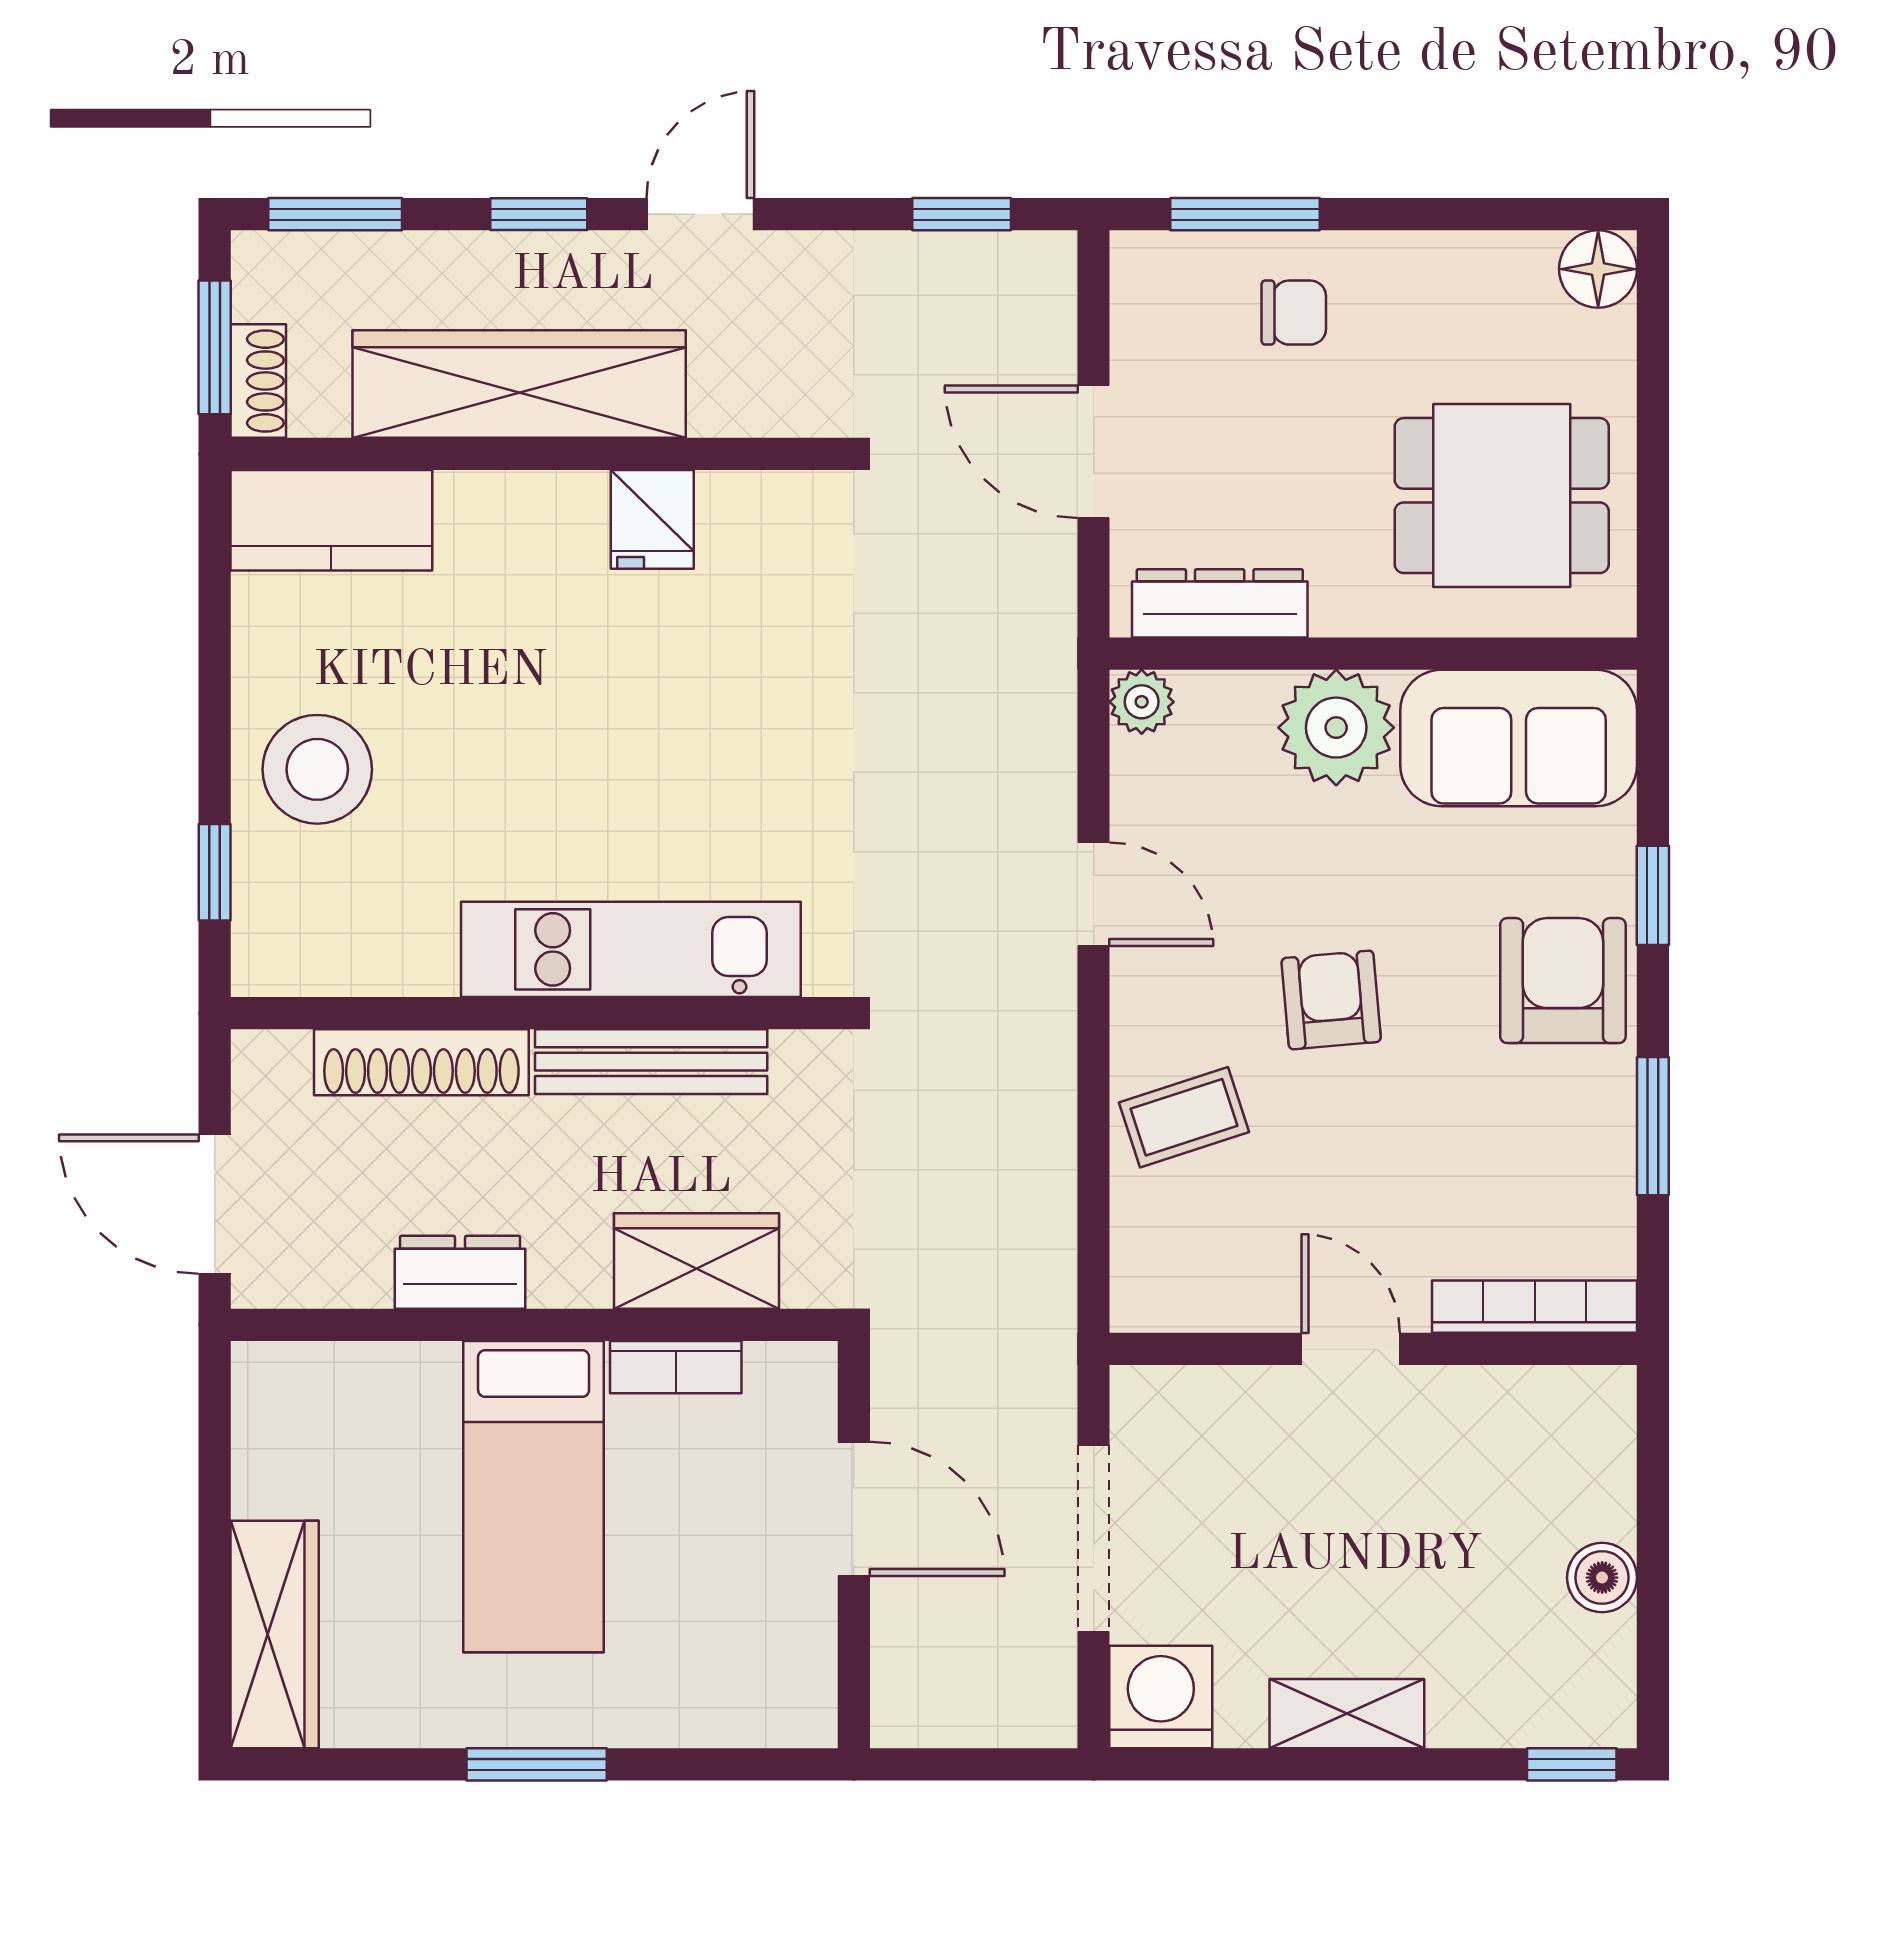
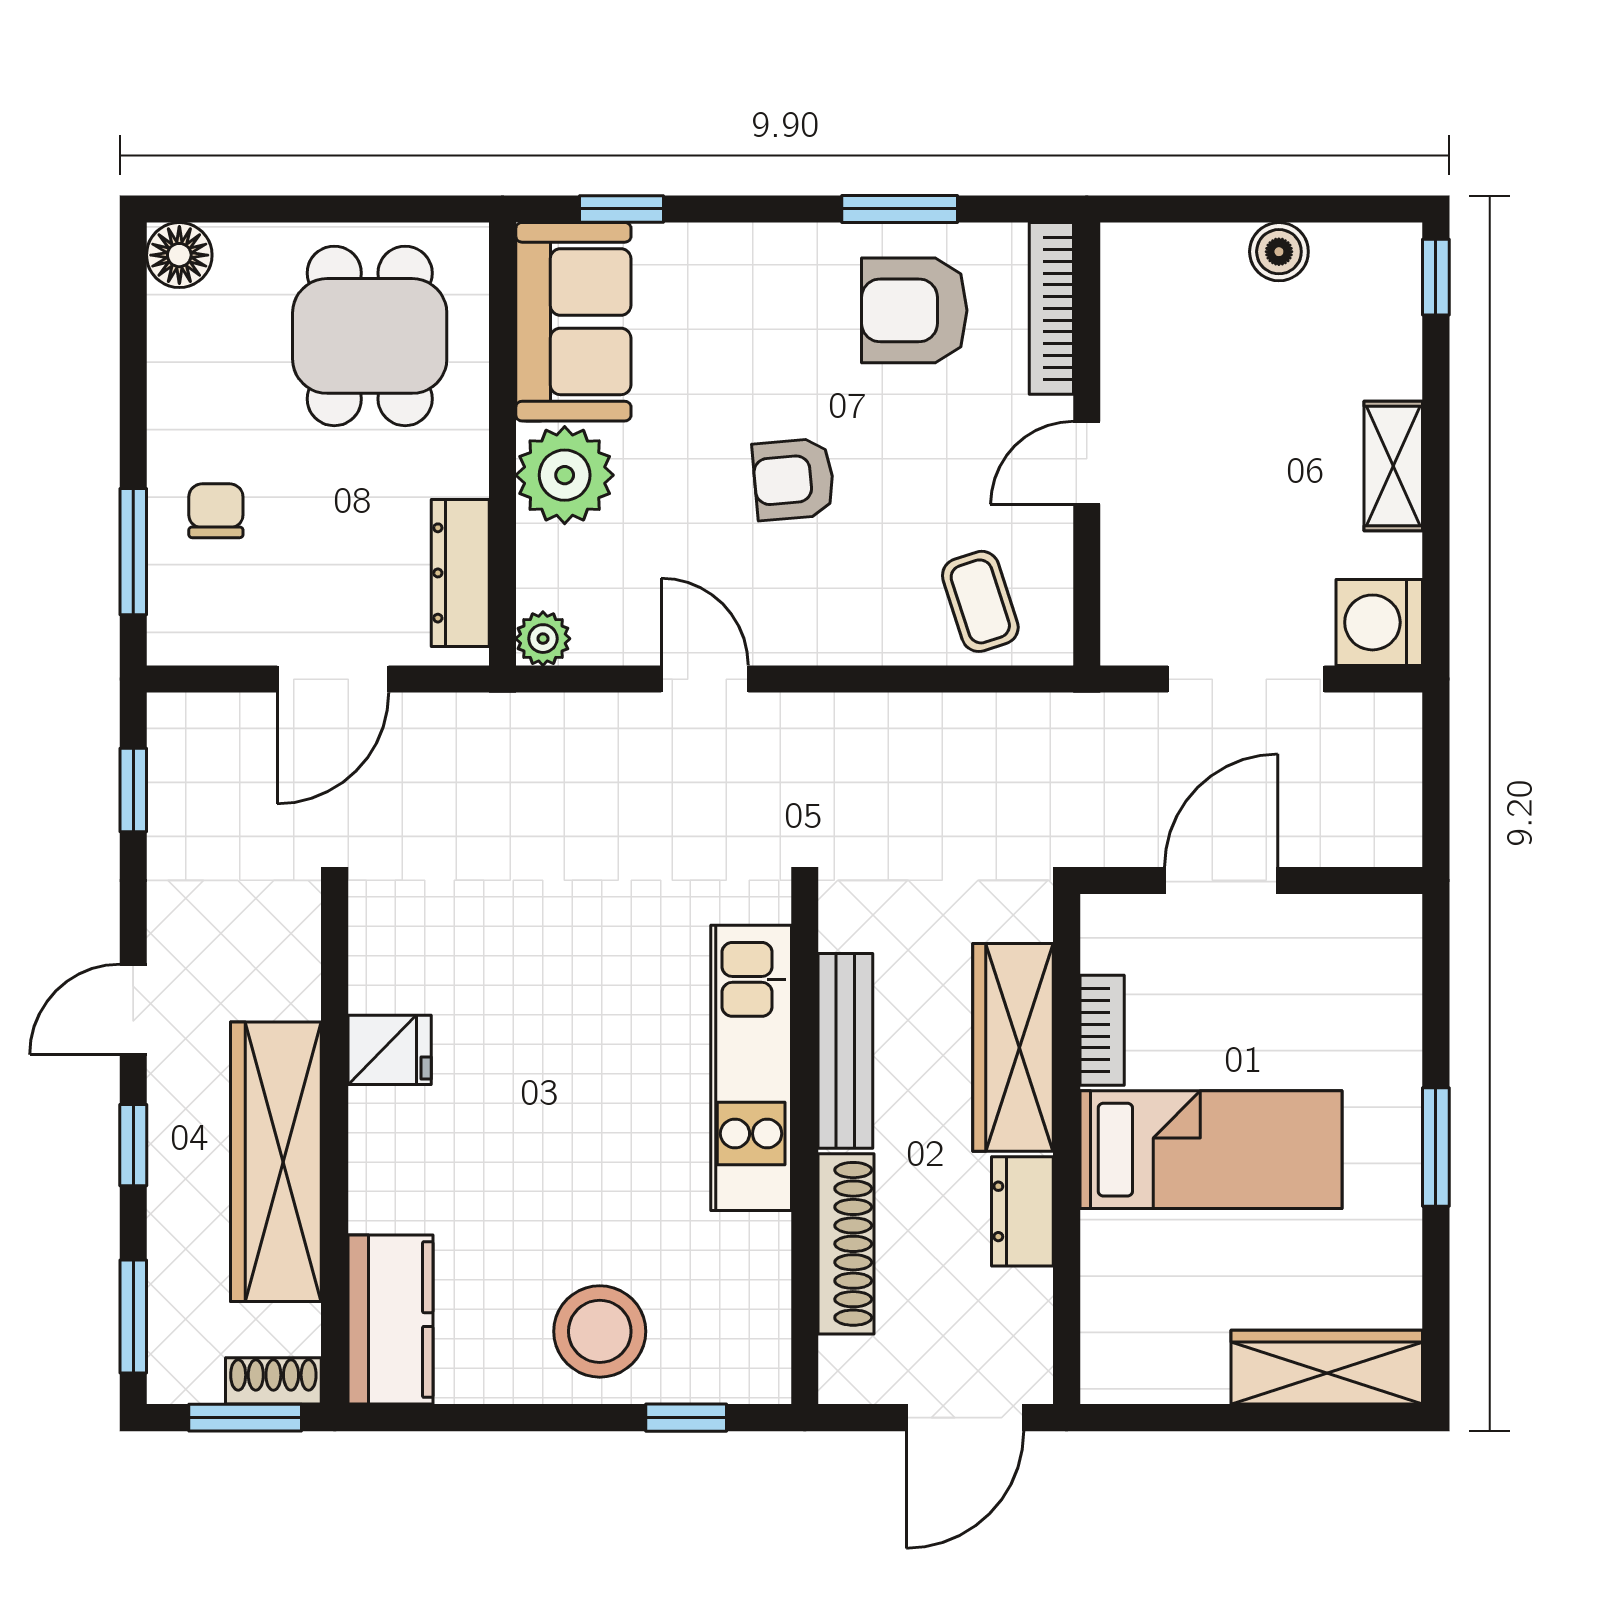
door: (700, 214) -> (133, 1009), hinge flipped
door: (1094, 894) -> (705, 679), hinge flipped
window: (1653, 895) -> (621, 209), moved
armchair: (1563, 981) -> (914, 310), moved
coffee table: (1184, 1117) -> (980, 601), moved
wardrobe: (696, 1261) -> (1013, 1047), width x1.50

